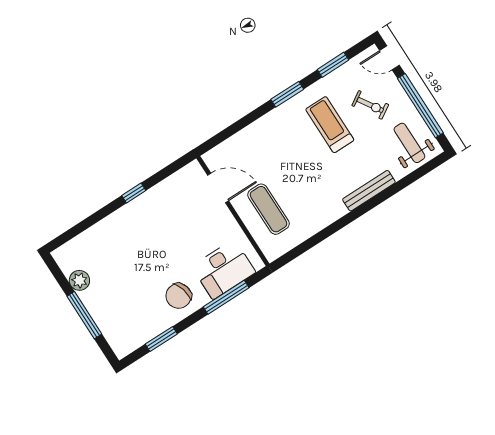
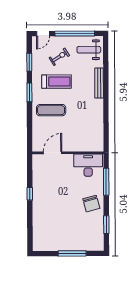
treadmill: (330, 125) -> (56, 82), turned 180
exercise mat: (268, 209) -> (51, 110), moved
desk: (224, 269) -> (88, 165), moved, turned -90
plant: (79, 280) -> (54, 245), removed

